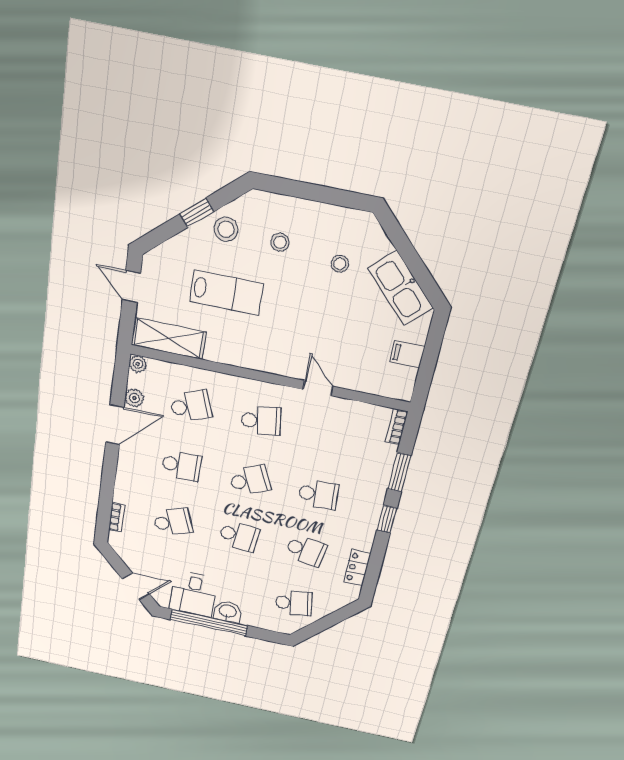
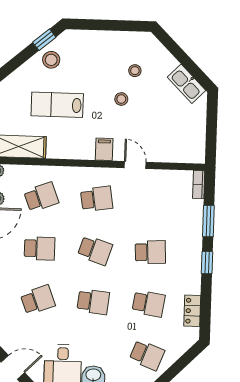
window: (197, 213) -> (44, 40), moved
stool: (280, 242) -> (121, 99), moved
kitchen sink: (401, 288) -> (187, 84), width x0.73, depth x0.81
lab bench: (226, 293) -> (57, 105), turned 180
filing cabinet: (407, 354) -> (104, 149), moved, turned 90
school desk: (250, 480) -> (95, 250), turned 42
school desk: (294, 603) -> (147, 355), turned 30

